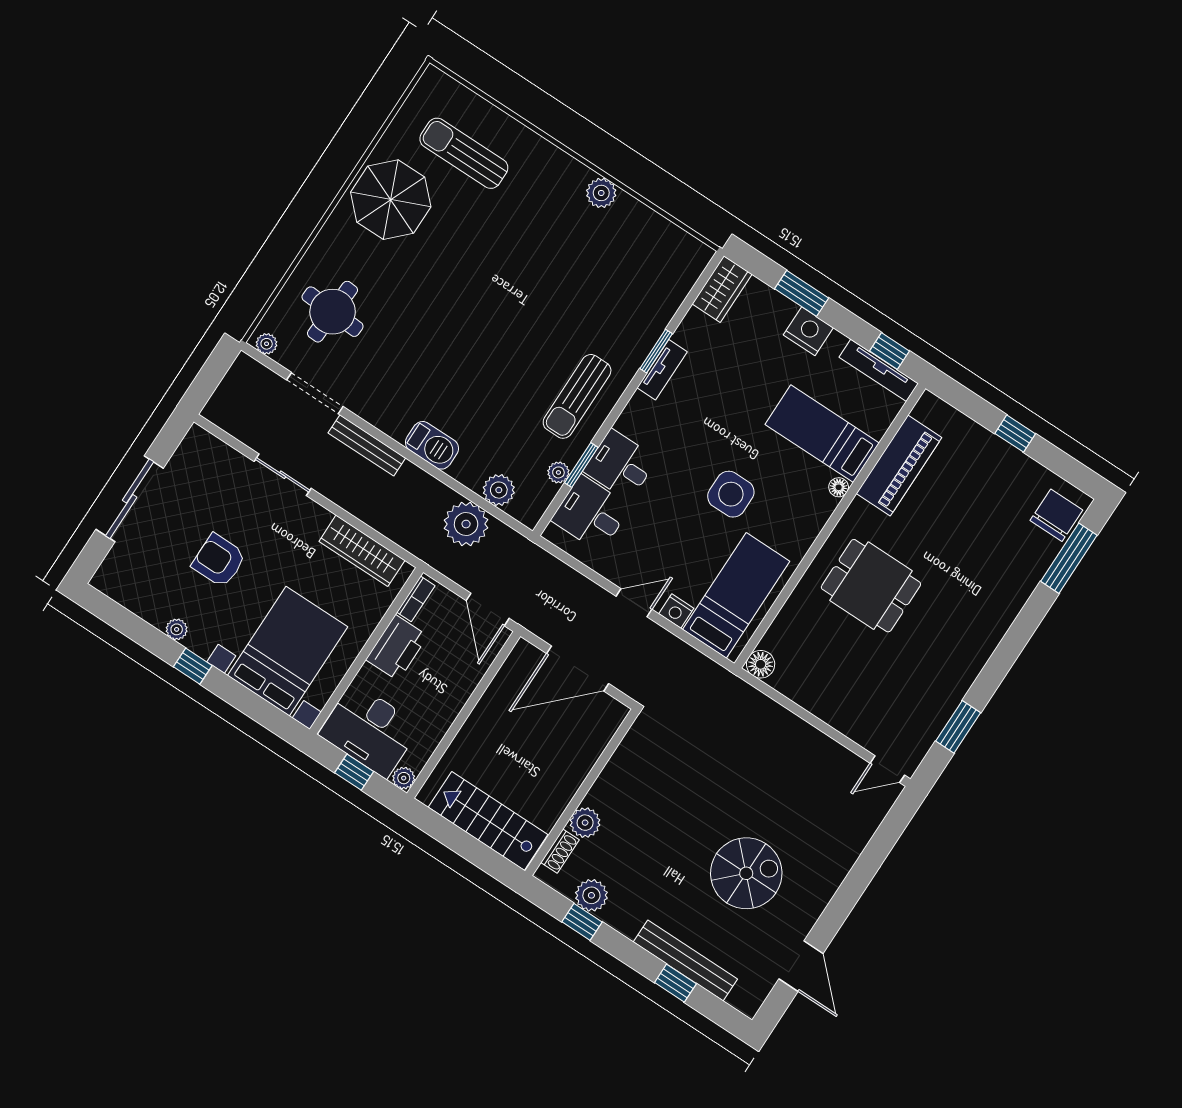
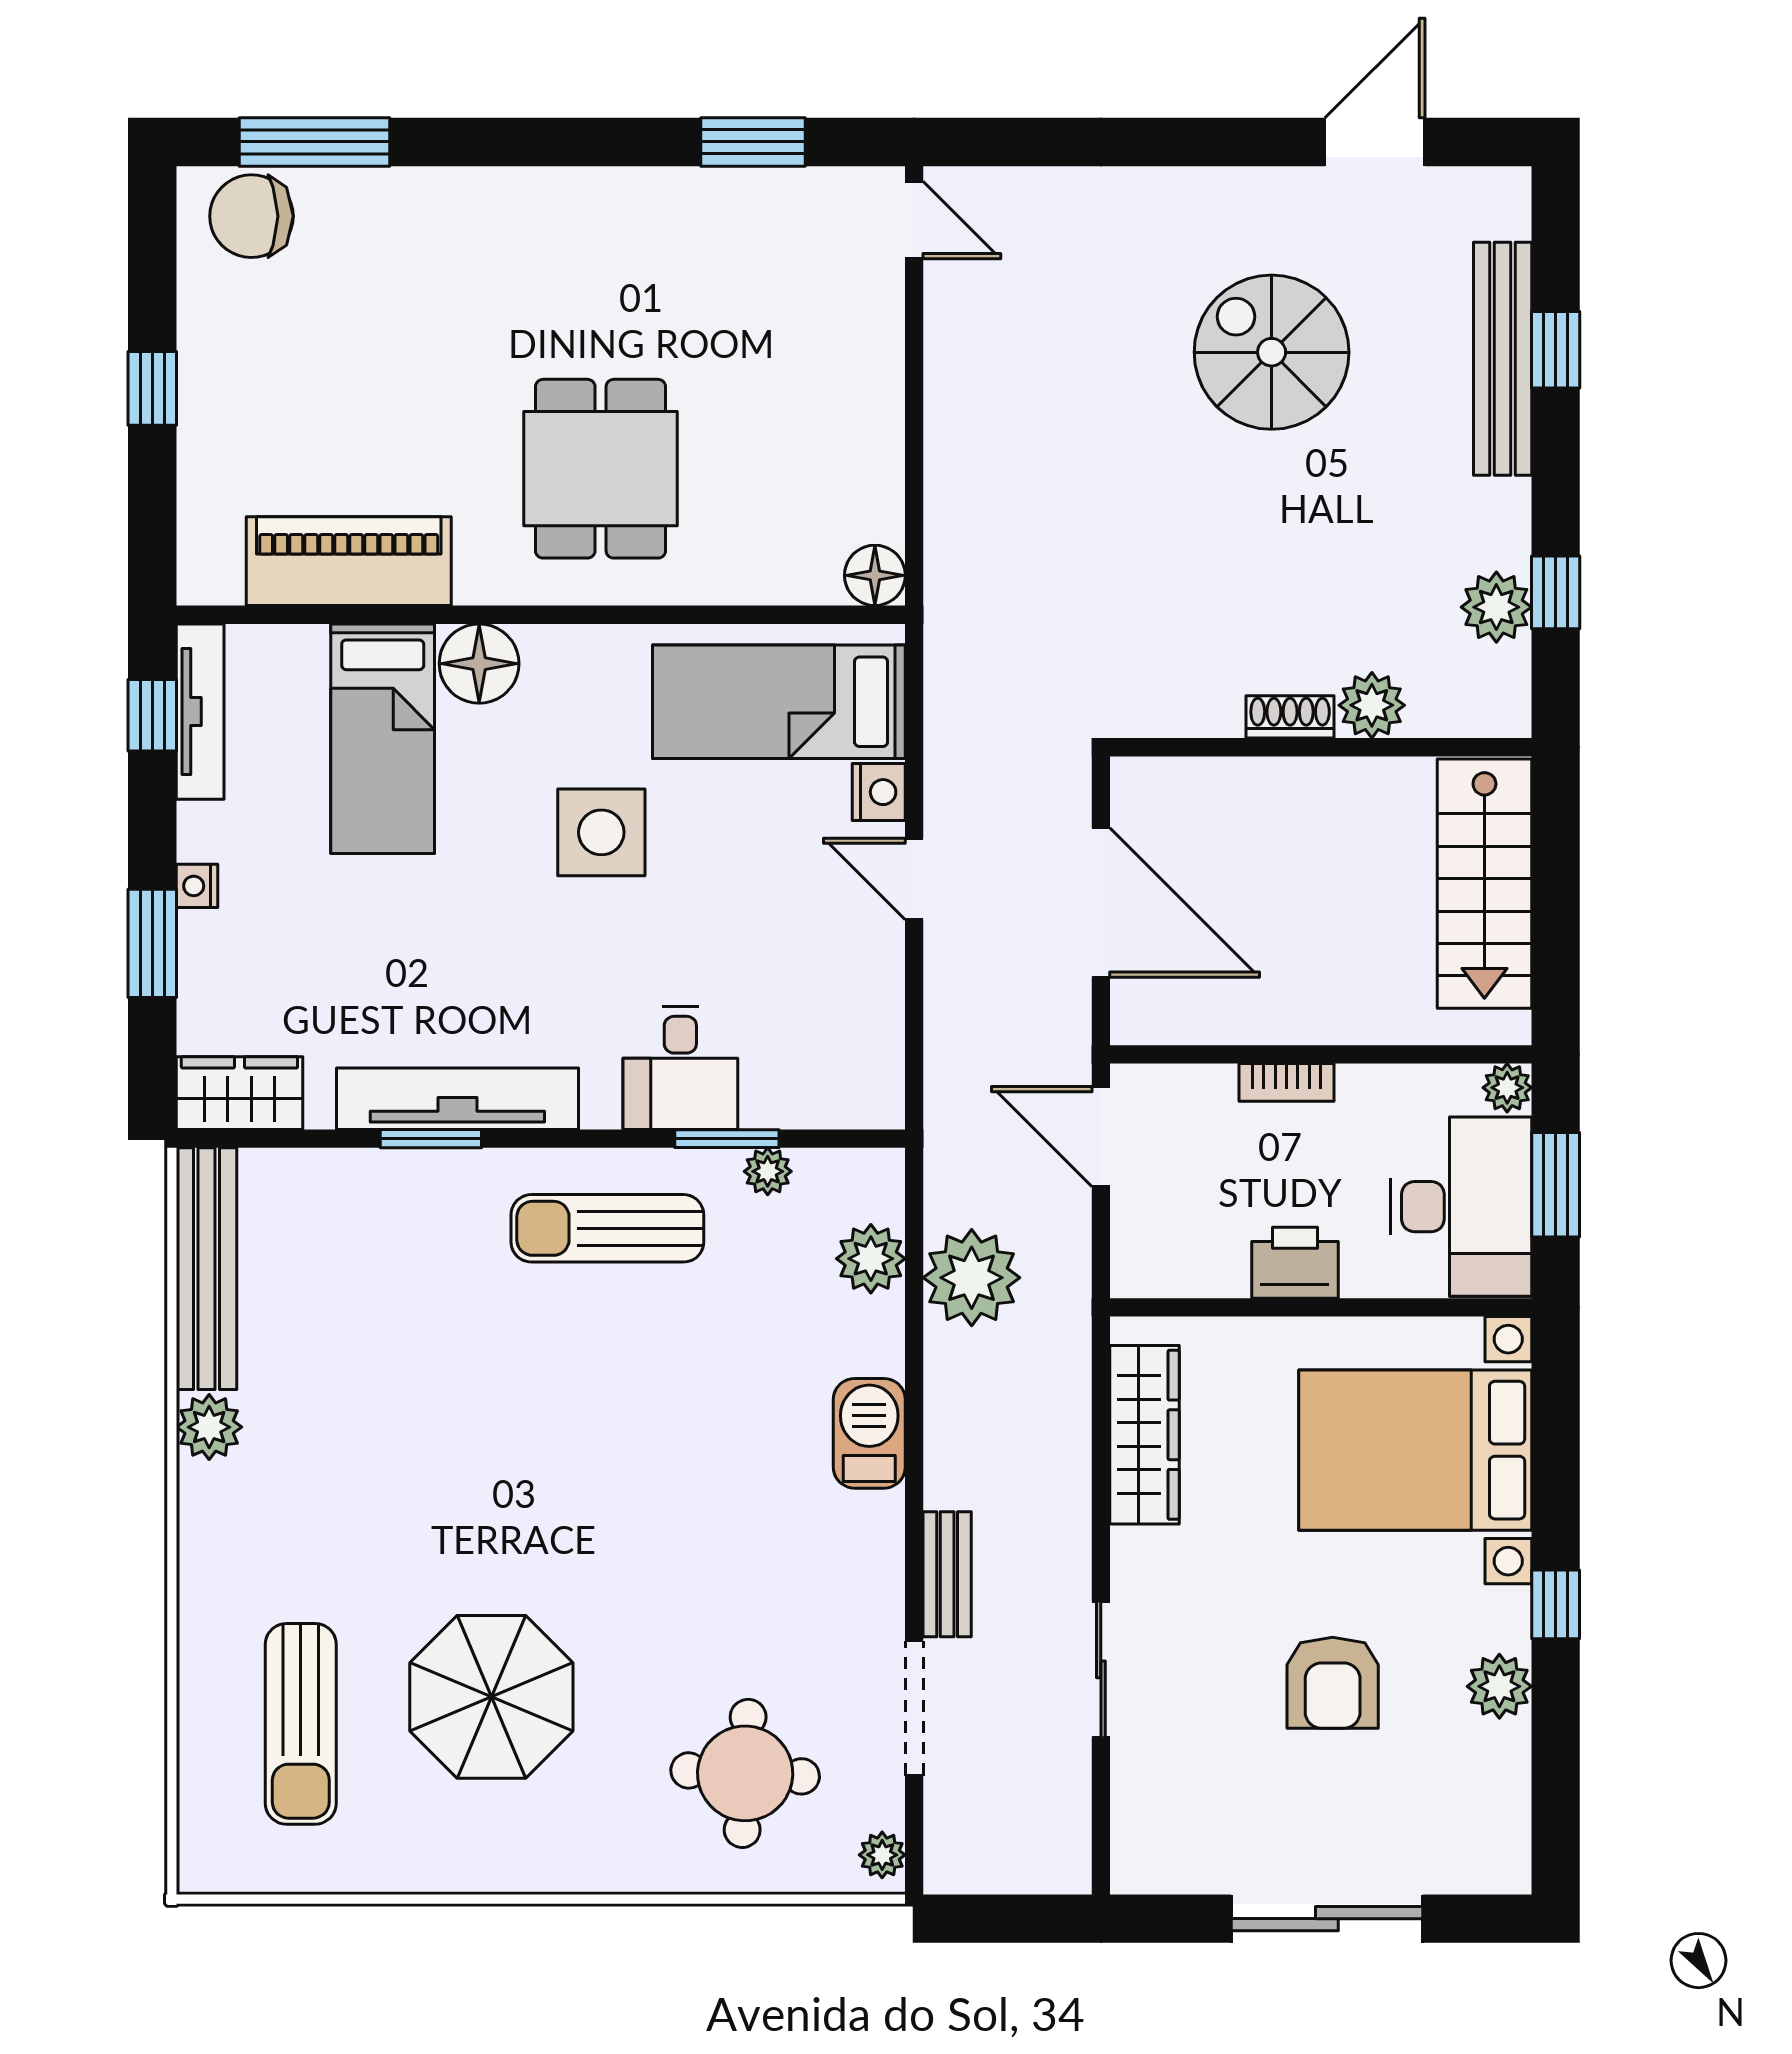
parasol: (391, 200) -> (491, 1697), moved
bench: (663, 232) -> (207, 1269), added
nightstand: (808, 331) -> (197, 886), width x0.53, depth x0.56
tv unit: (662, 370) -> (457, 1099), width x1.92, depth x1.29
sun lounger: (577, 396) -> (607, 1228), turned 180
bench: (367, 445) -> (947, 1574), width x0.73
floor lamp: (839, 487) -> (479, 664), width x1.89, depth x1.89
desk: (591, 514) -> (804, 1064), removed
bookcase: (416, 599) -> (1287, 1082), moved, turned 180
door: (488, 609) -> (1101, 1137), swing flipped
plant: (177, 629) -> (1499, 1686), width x1.38, depth x1.38
printer: (397, 648) -> (1295, 1263), width x0.73, depth x0.84
window: (354, 772) -> (1556, 1185), width x1.50
shoe rack: (560, 851) -> (1290, 717), moved

